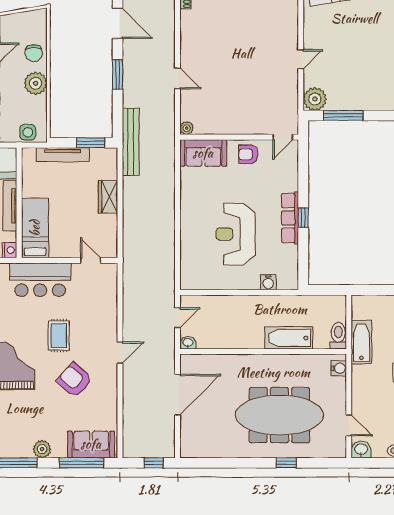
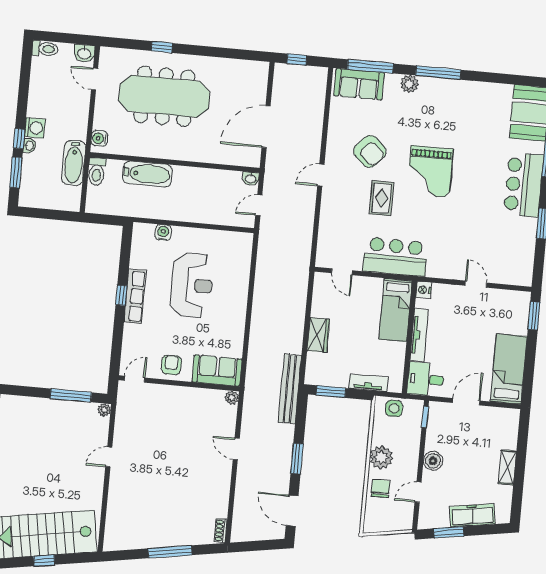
plant: (315, 99) -> (104, 410), width x0.53, depth x0.53
armchair: (248, 154) -> (171, 365), turned -90
tv unit: (63, 155) -> (368, 383), width x0.71

